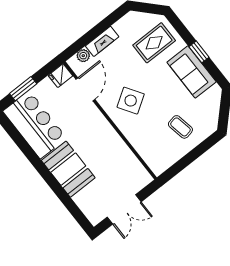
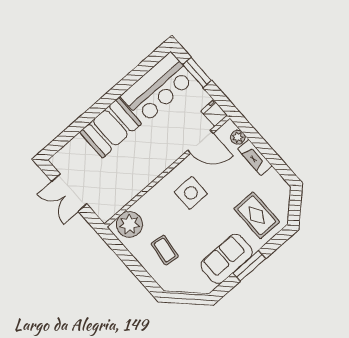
window: (199, 52) -> (249, 266), width x1.50
side table: (131, 101) -> (191, 193), turned 33
coffee table: (180, 127) -> (165, 250), turned -71
plant: (156, 157) -> (129, 224), added

